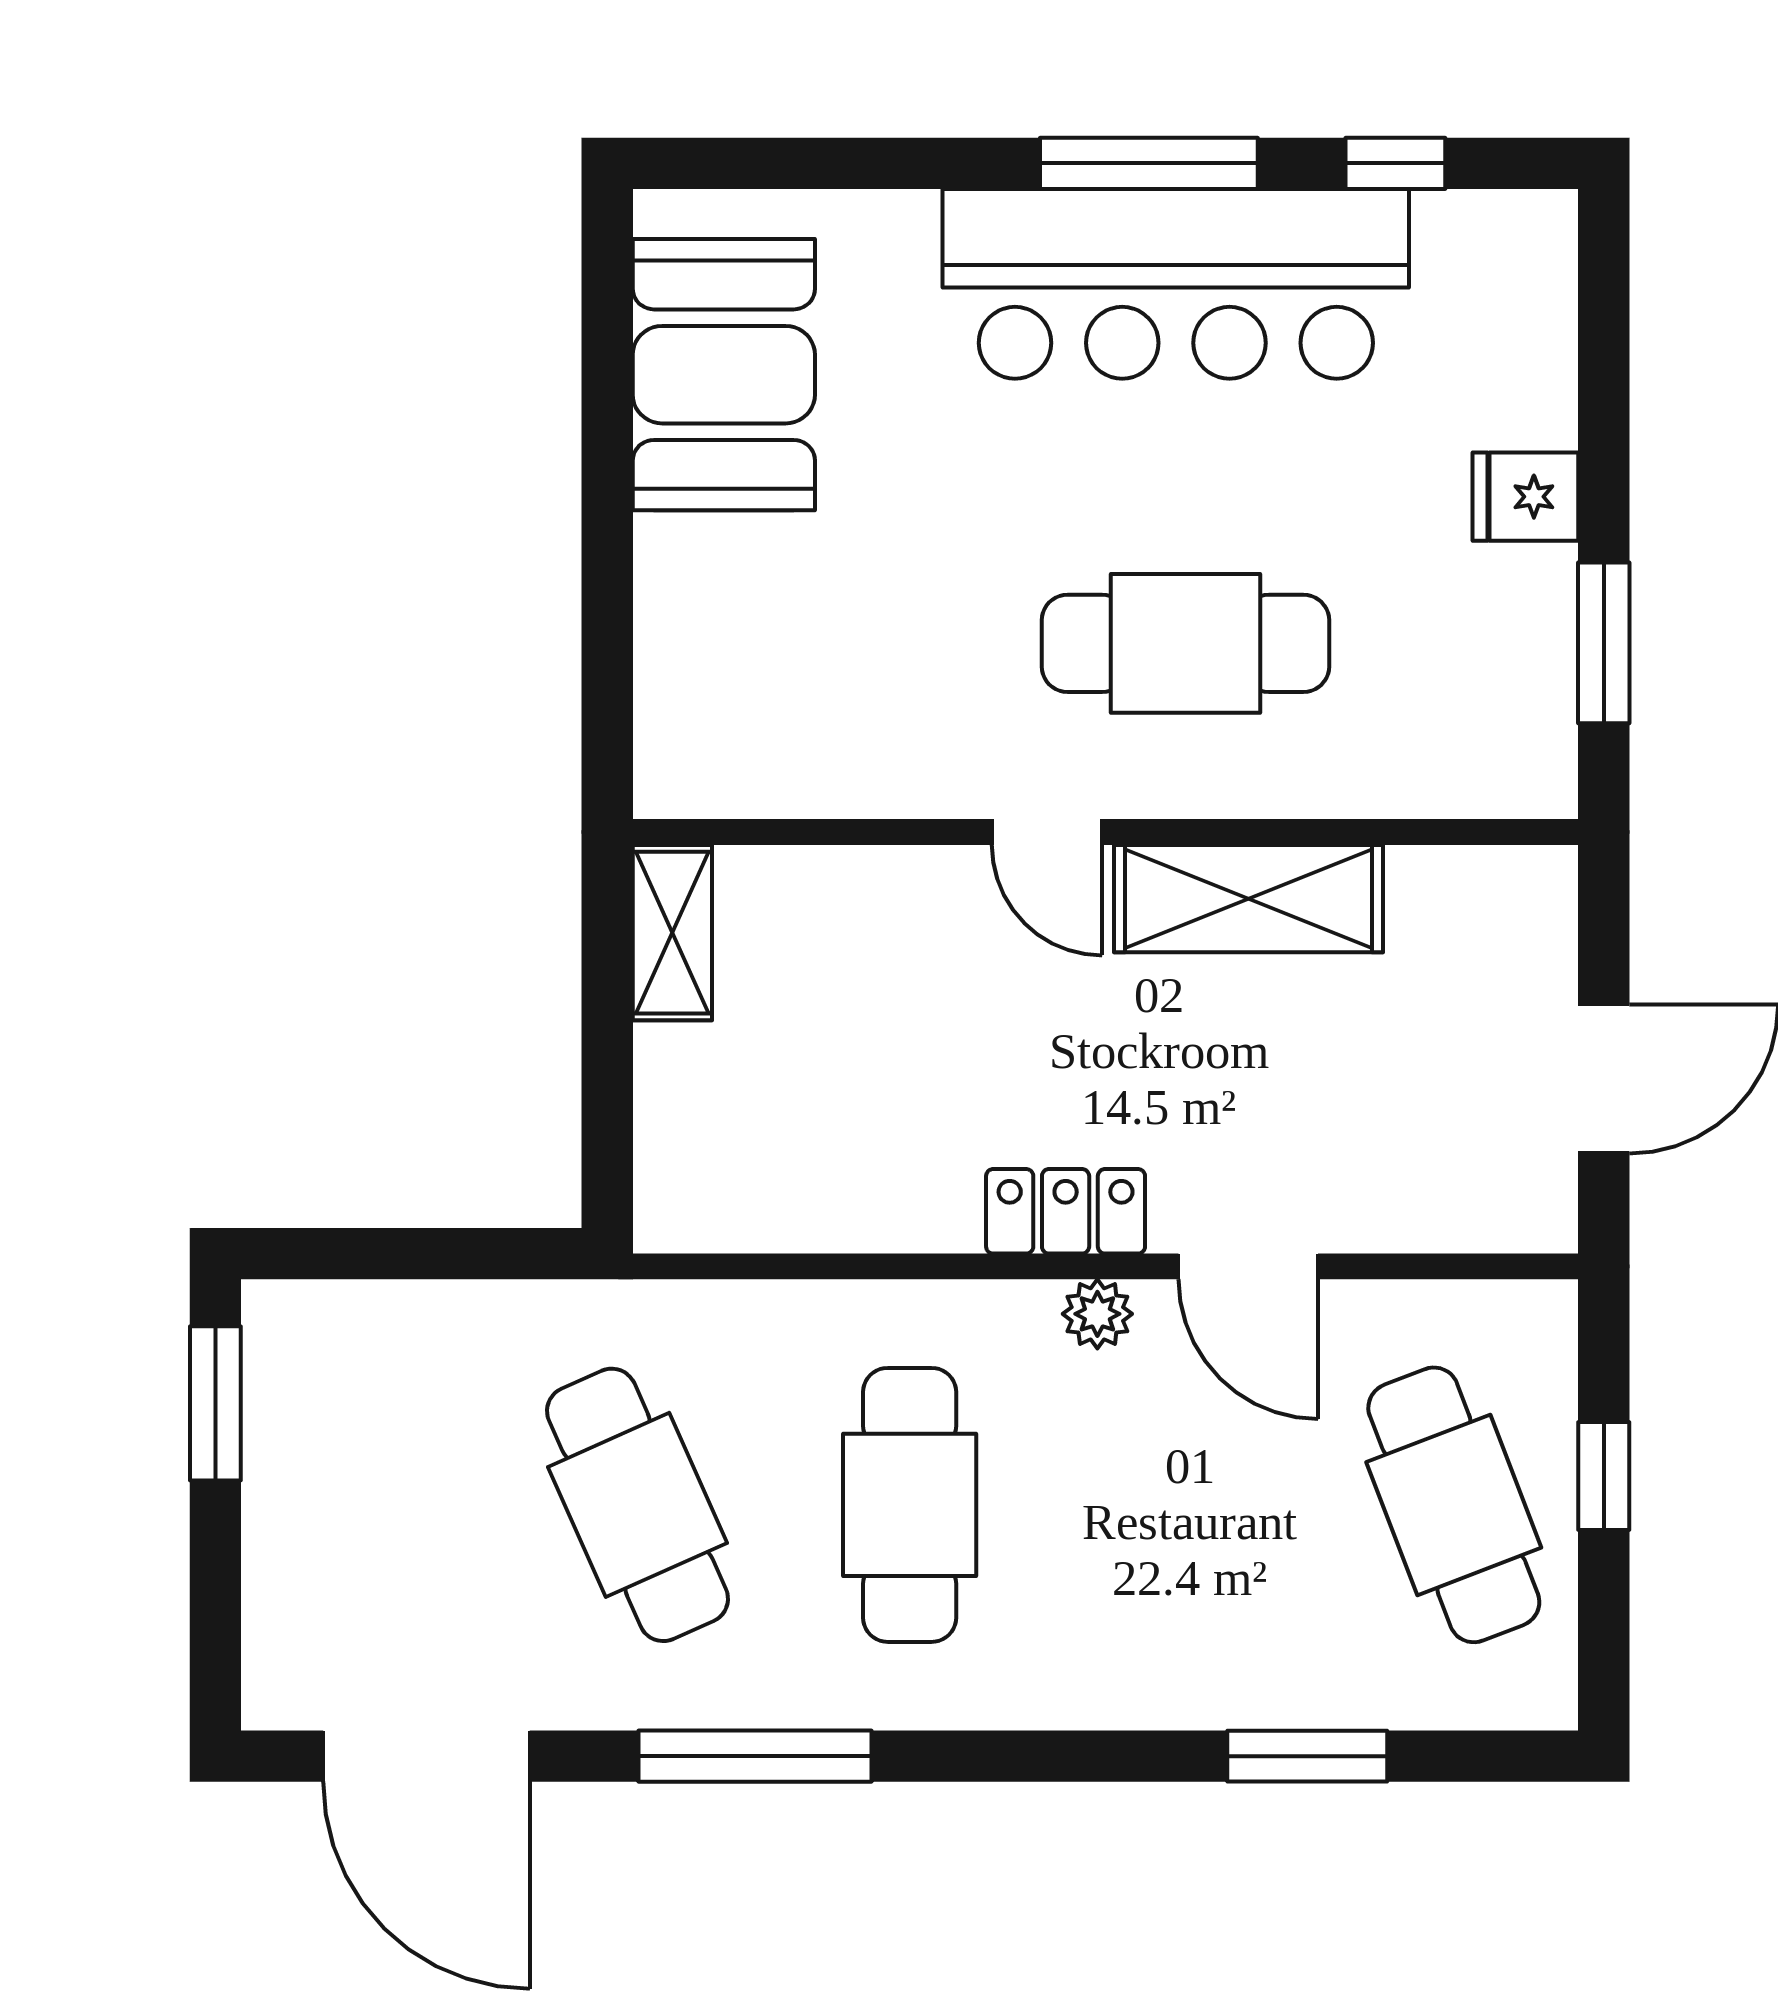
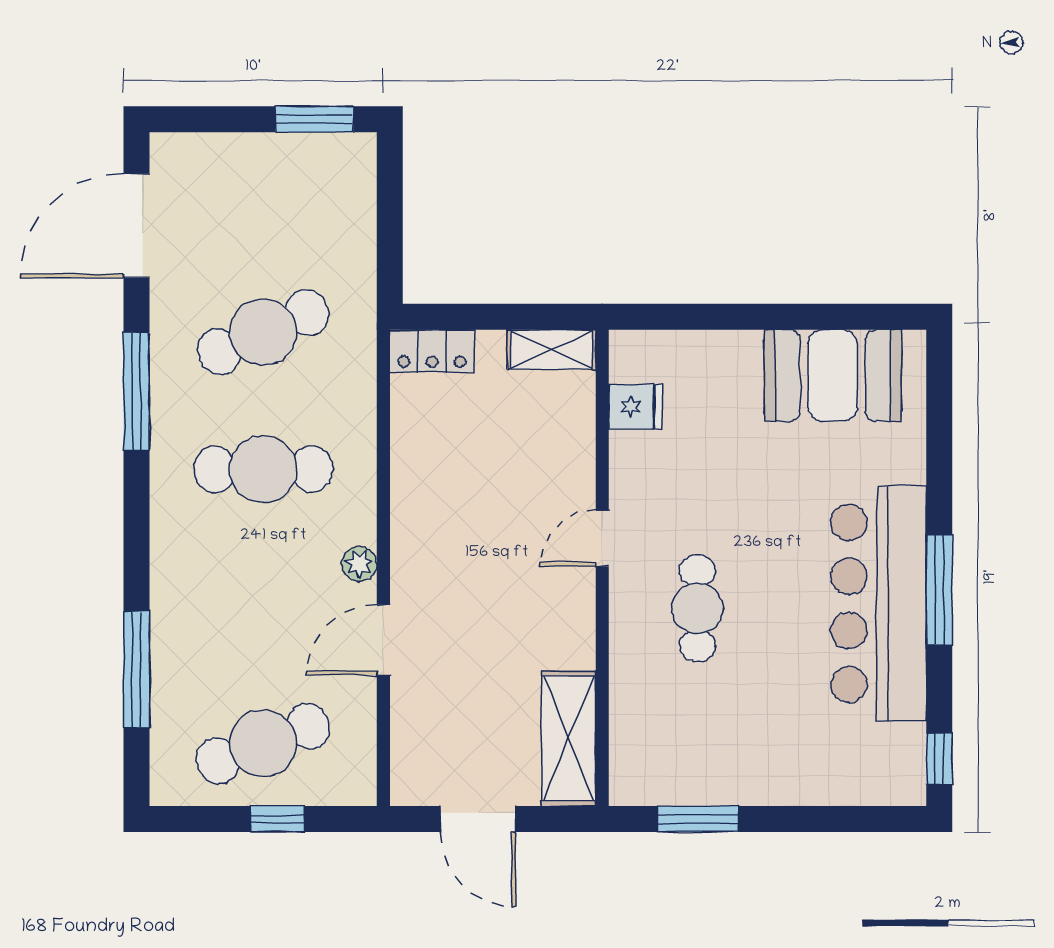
window: (1395, 163) -> (939, 759), moved
fridge: (1525, 497) -> (635, 407), moved, turned 90
cafe table: (1185, 643) -> (697, 608), width x0.73, depth x0.74
shelving: (1248, 899) -> (569, 738), moved
locker: (1066, 1211) -> (432, 351), moved, turned 90
window: (1307, 1756) -> (136, 670), width x1.44

